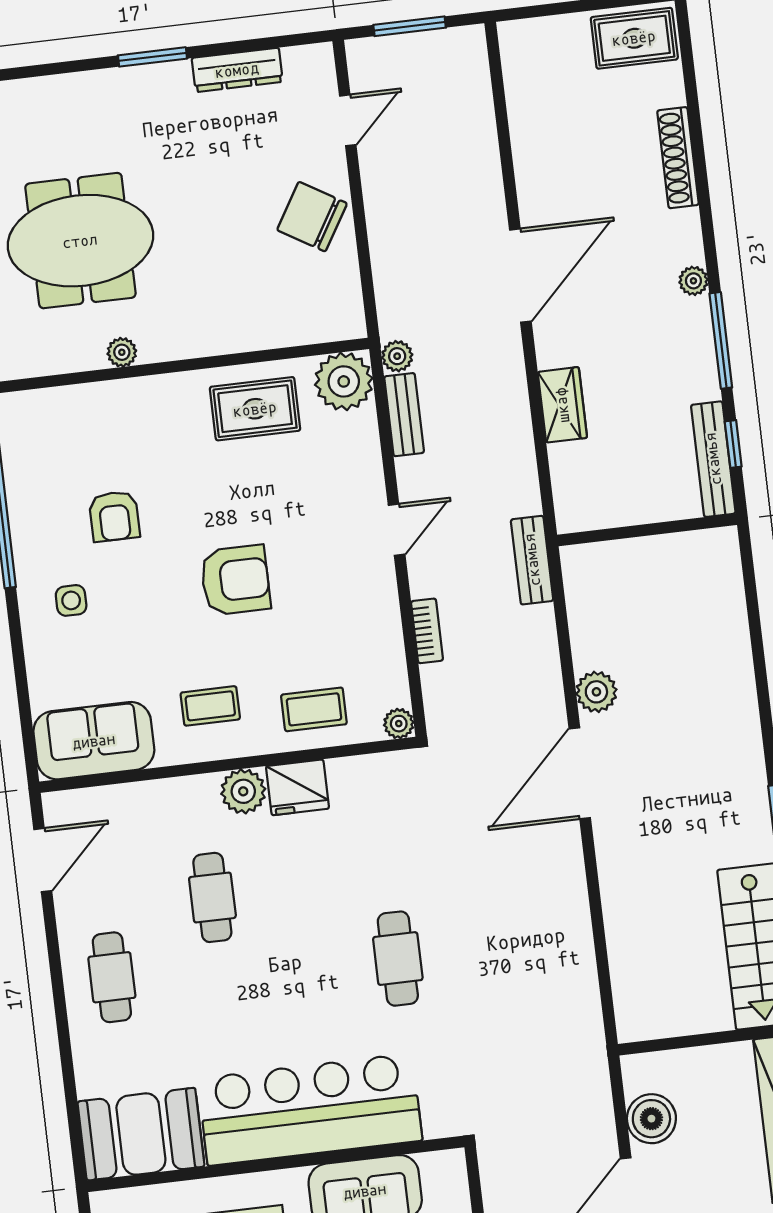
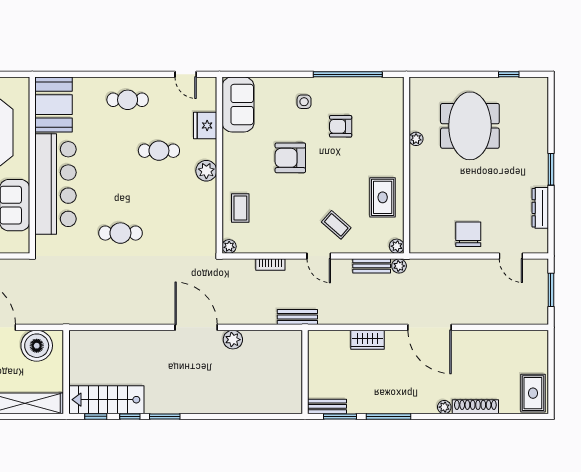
chair: (312, 217) -> (468, 234), turned -31
plant: (693, 281) -> (444, 407), moved
plant: (344, 381) -> (397, 246), width x0.53, depth x0.53
window: (733, 444) -> (340, 416), width x1.50
bench: (713, 459) -> (327, 406), width x0.73
armchair: (235, 580) -> (290, 158), moved, turned 90
coffee table: (210, 706) -> (336, 225), moved, turned -49
fridge: (297, 787) -> (205, 125), moved
door: (43, 860) -> (186, 74), width x0.73
boiler: (651, 1119) -> (37, 346), width x1.37, depth x1.37

